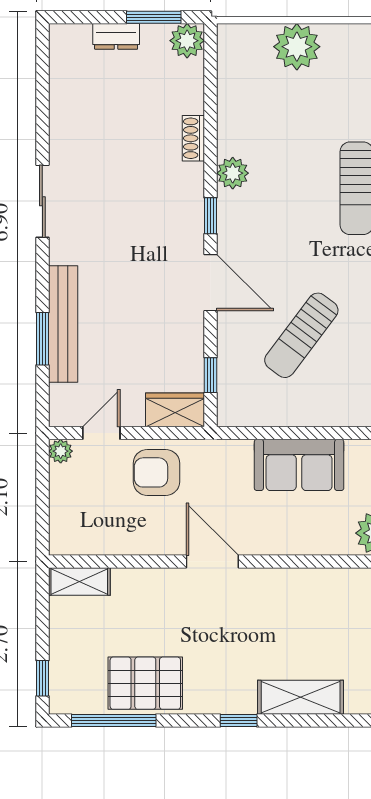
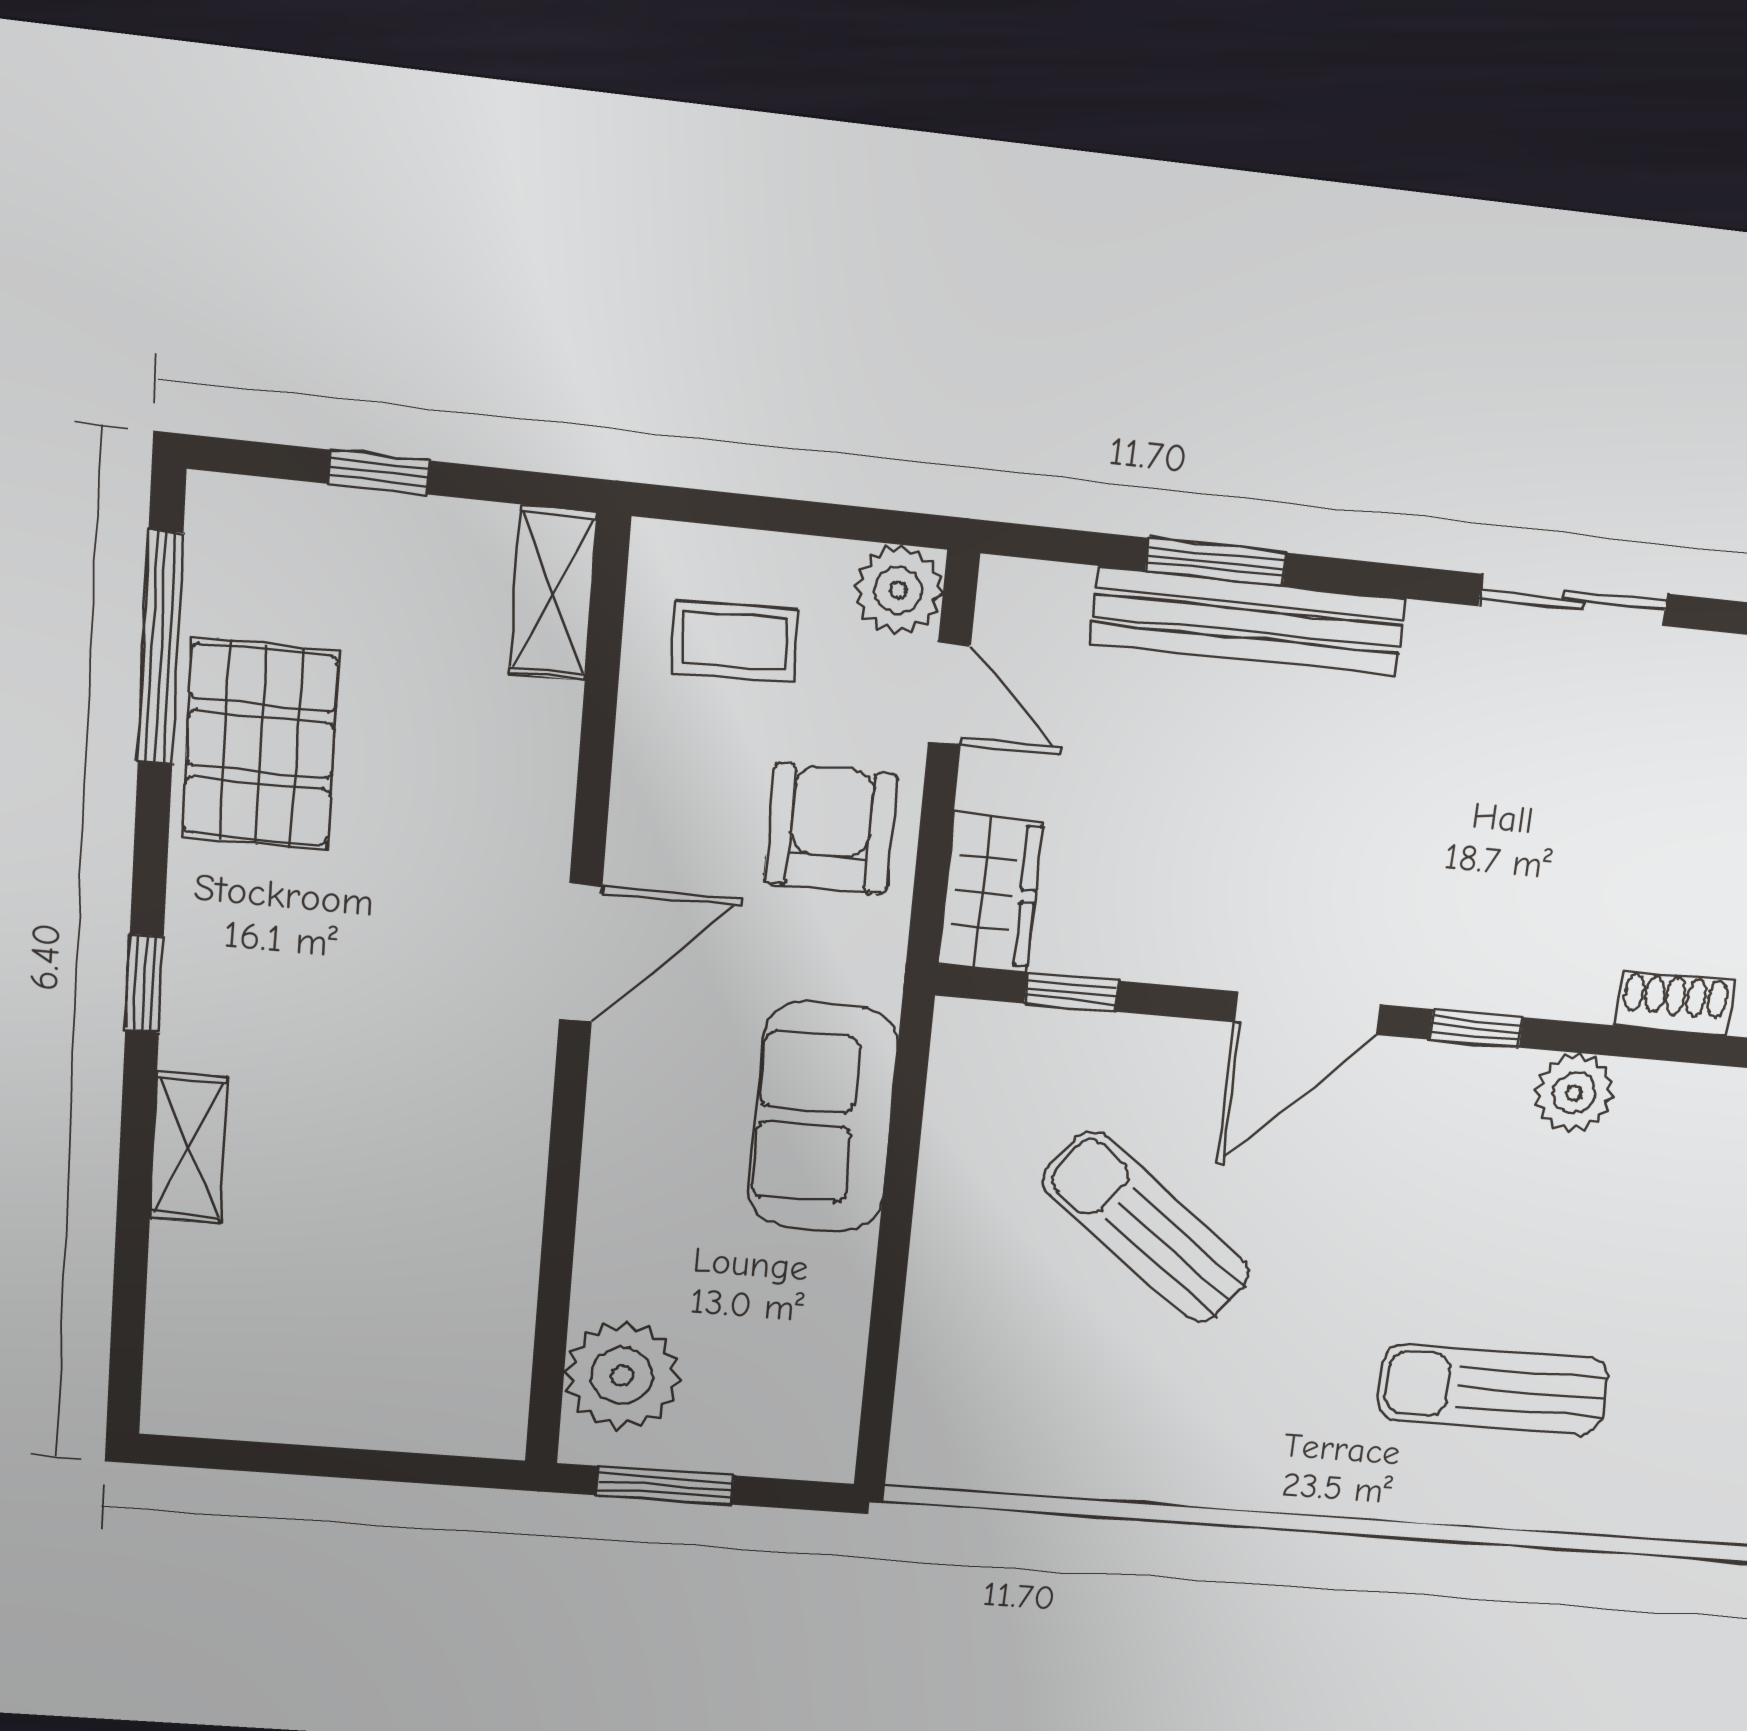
plant: (61, 451) -> (899, 590), width x1.38, depth x1.38
sofa: (299, 465) -> (823, 1118), moved
coffee table: (90, 514) -> (734, 641), added
window: (42, 678) -> (378, 472), moved
shelving: (301, 697) -> (188, 1148), width x0.67, depth x0.75

